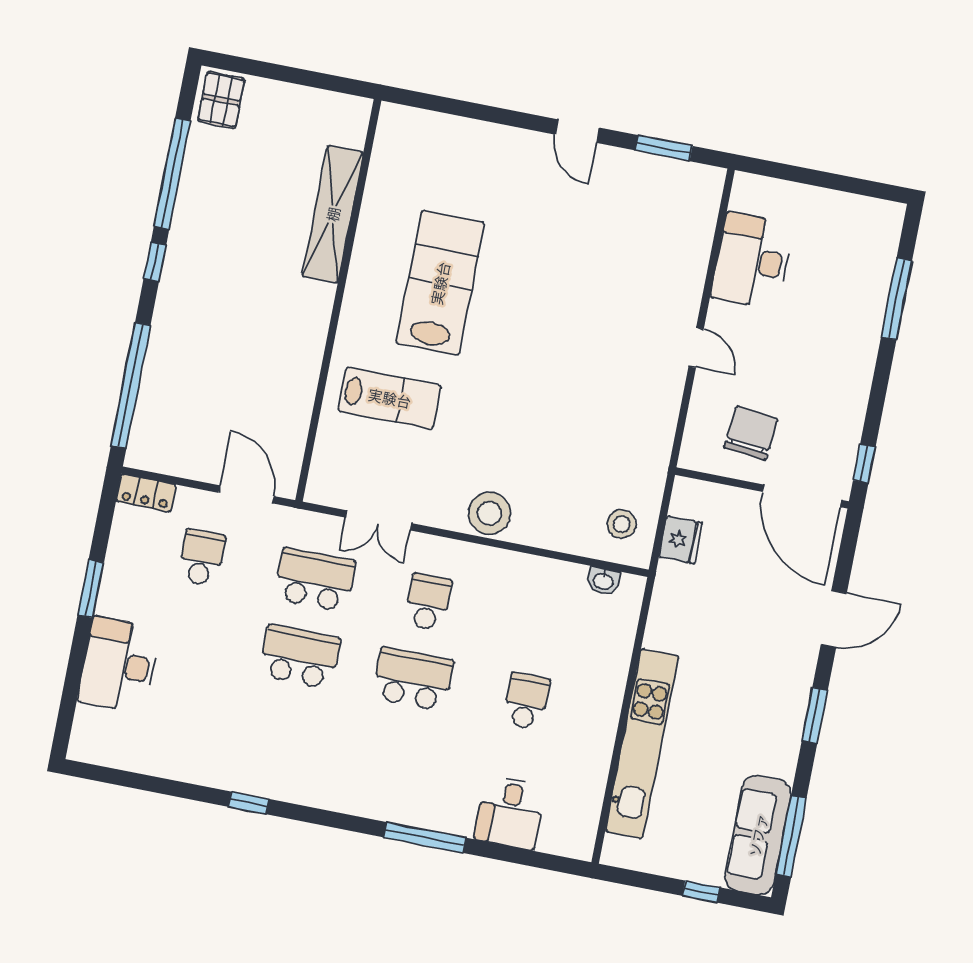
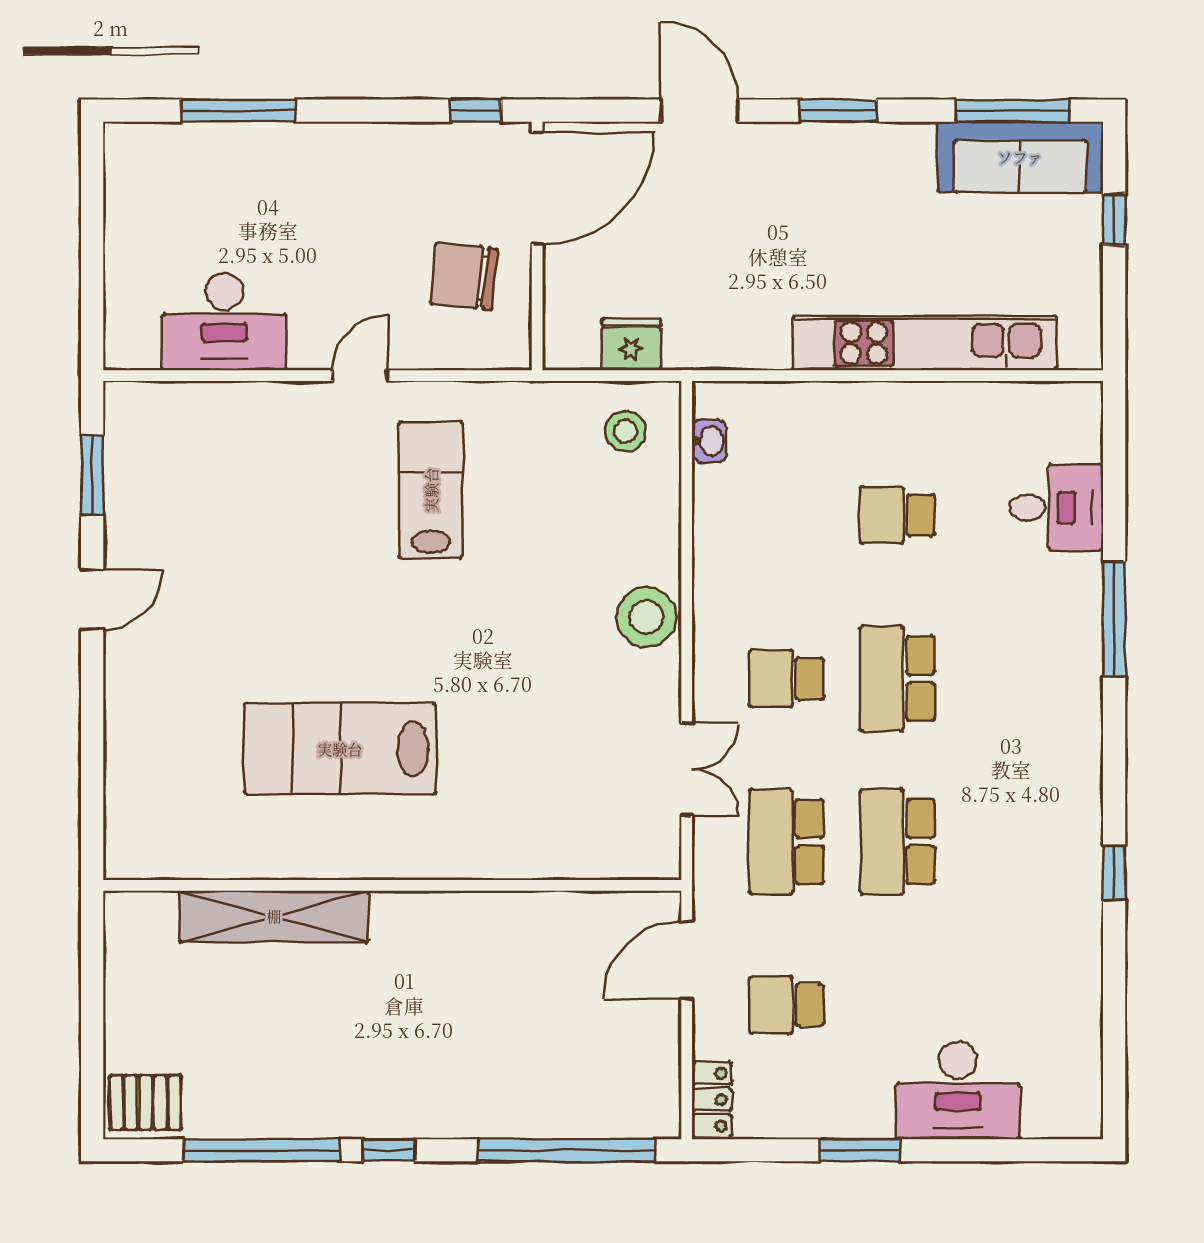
lab bench: (390, 398) -> (431, 490), moved

